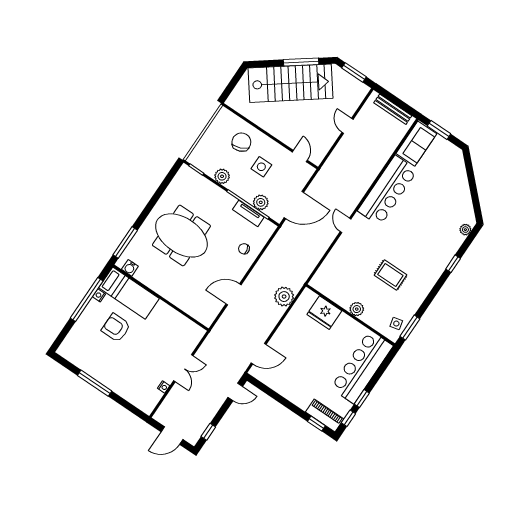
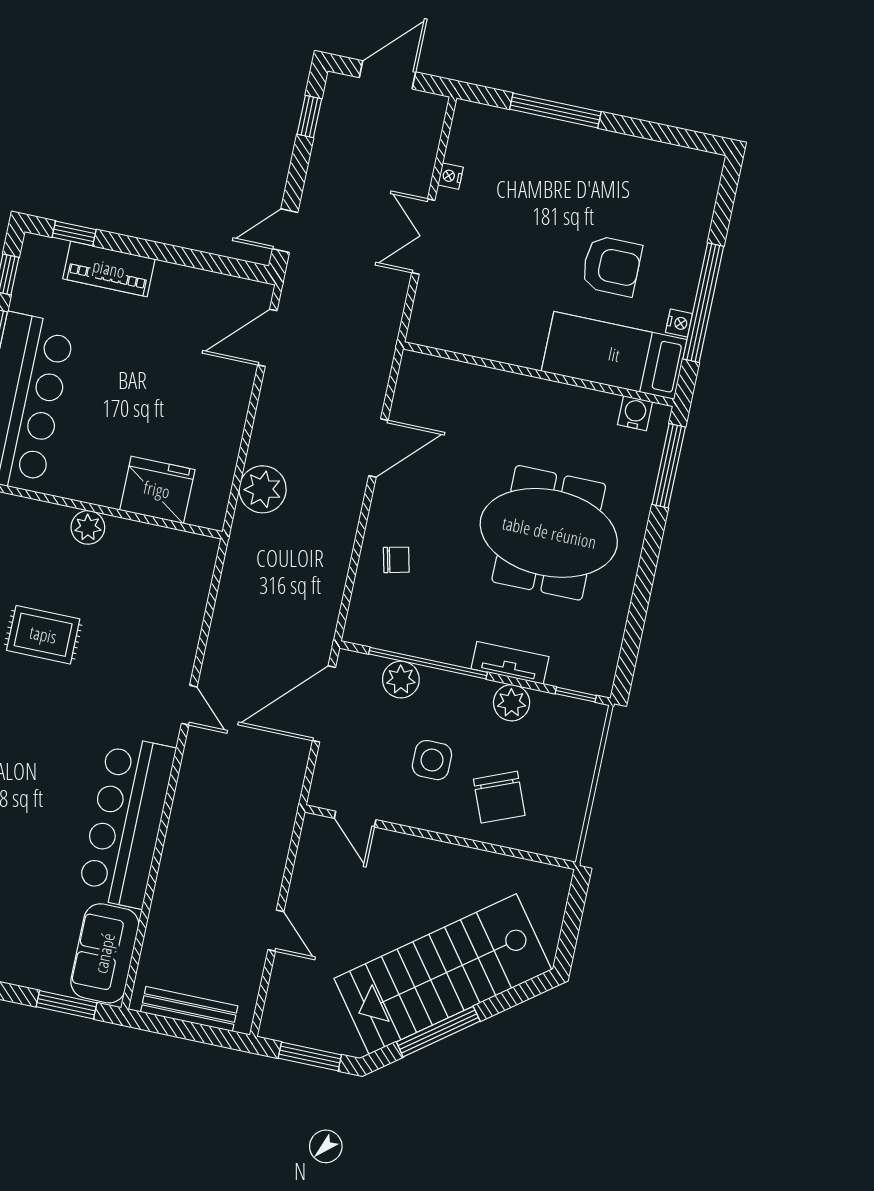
tv unit: (248, 213) -> (510, 663), moved
window: (95, 383) -> (555, 110), moved
piano: (325, 416) -> (109, 269), moved

